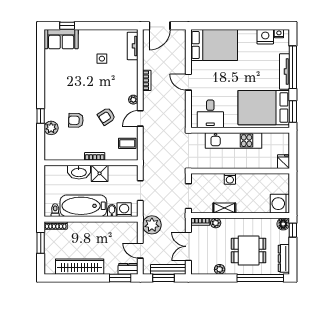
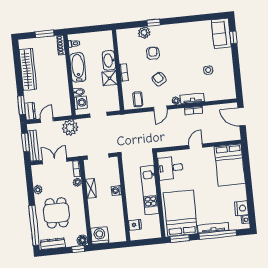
tv unit: (133, 46) -> (192, 98), moved
door: (140, 118) -> (160, 108), swing flipped
fridge: (283, 162) -> (135, 225), moved
bathtub: (83, 206) -> (78, 67), width x0.73, depth x0.73

